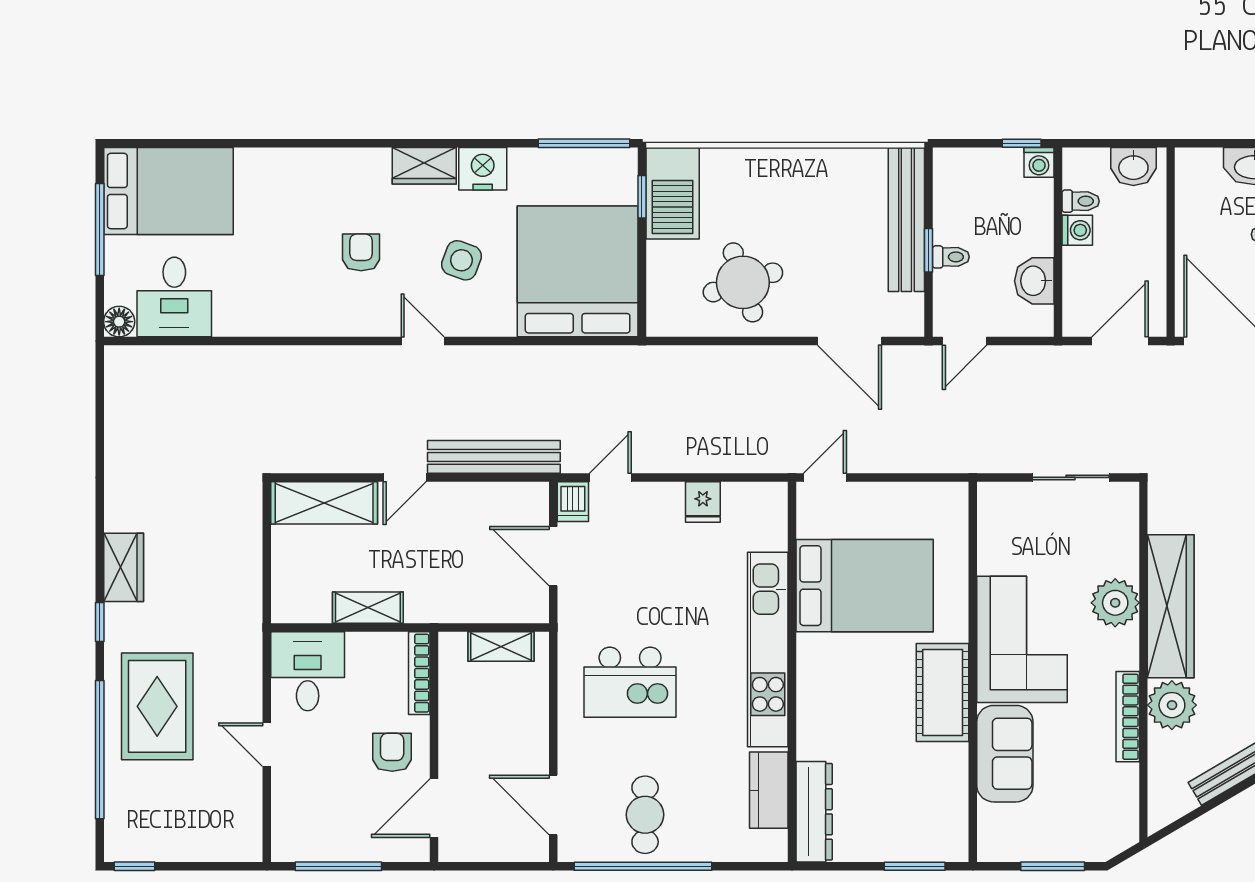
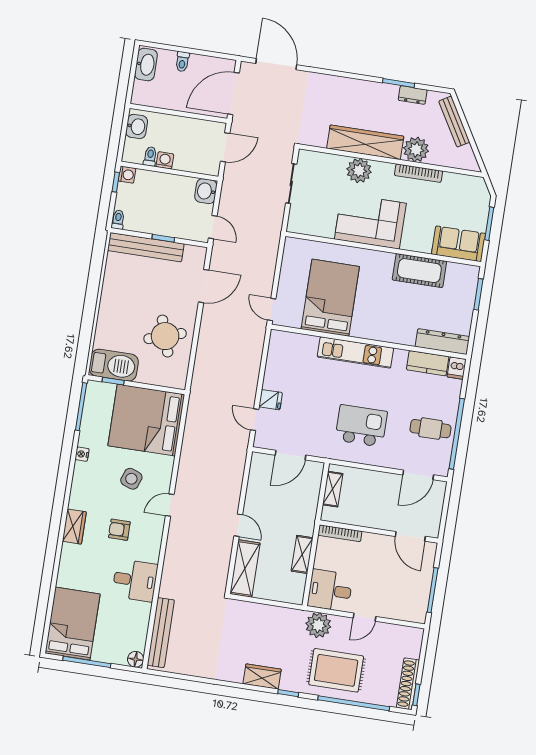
wardrobe: (424, 166) -> (74, 527), moved
nightstand: (483, 169) -> (82, 454), width x0.53, depth x0.56
toilet: (951, 257) -> (118, 220), moved
washbasin: (1034, 281) -> (206, 191), moved, turned 90
desk: (174, 297) -> (135, 580), moved
door: (1120, 341) -> (225, 147), swing flipped
bench: (494, 457) -> (161, 633), moved
dishwasher: (573, 502) -> (457, 368), moved, turned 90
fridge: (703, 502) -> (271, 400), moved
kitchen unit: (768, 650) -> (355, 352), width x0.73
plant: (238, 659) -> (318, 625), added
kitchen island: (630, 682) -> (361, 426), turned -90
cot: (943, 693) -> (419, 271), moved
armchair: (392, 752) -> (378, 553), removed
sofa: (1005, 754) -> (459, 244), moved
shoe rack: (153, 847) -> (408, 684), added

